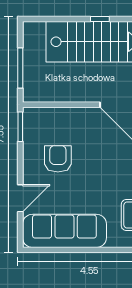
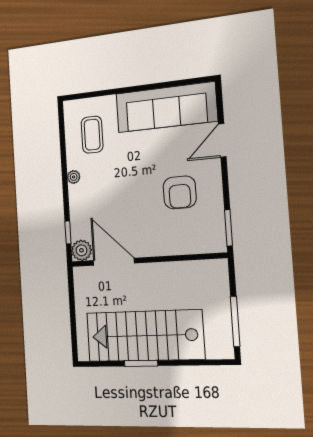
window: (100, 19) -> (141, 363), width x1.50
window: (20, 68) -> (235, 321), moved

